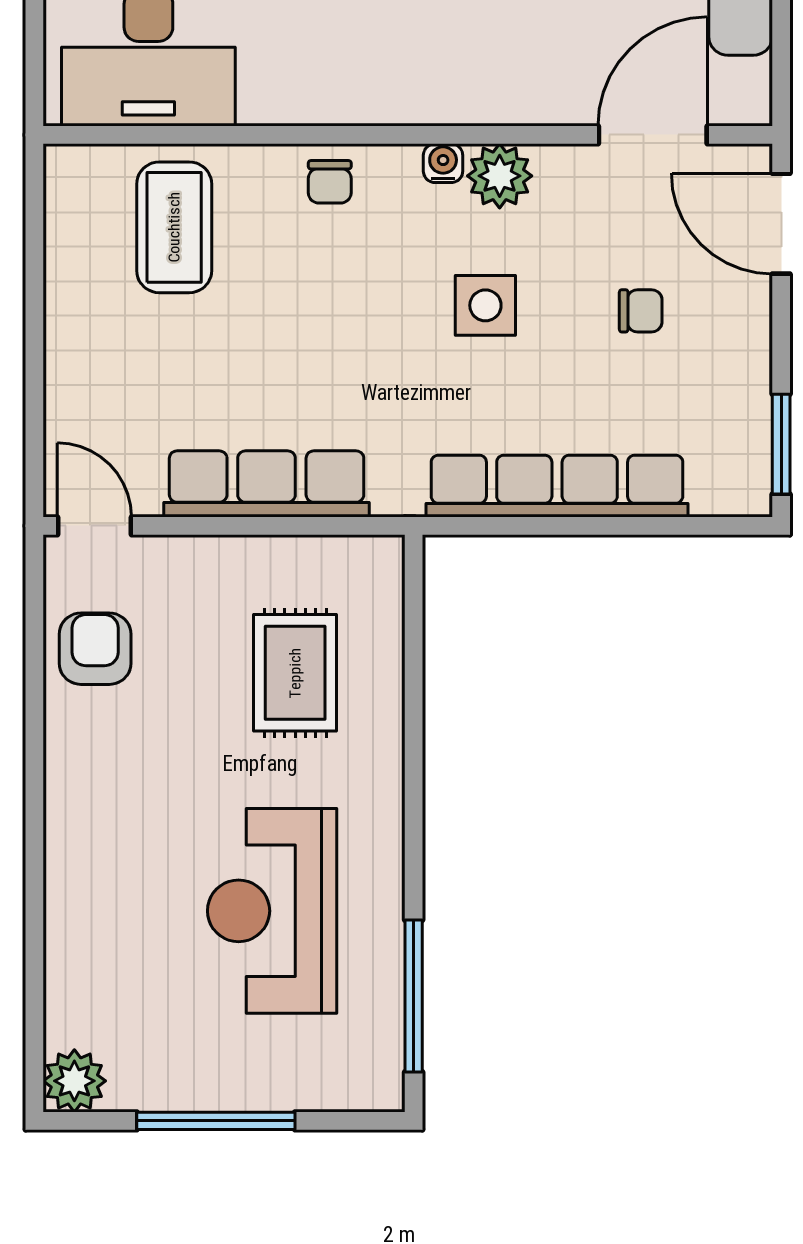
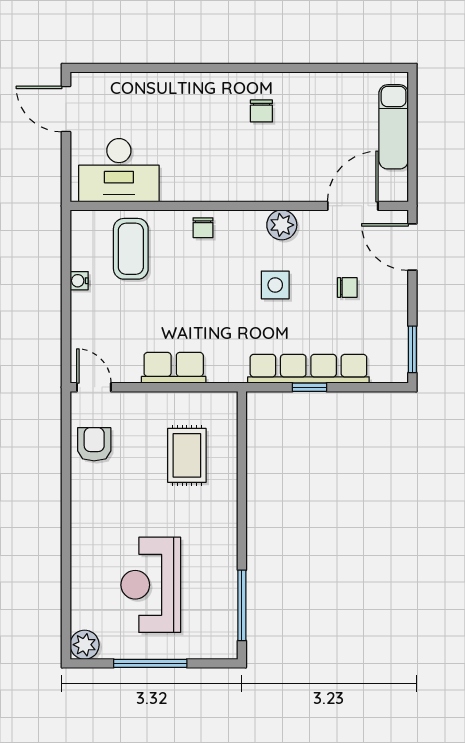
water cooler: (443, 163) -> (79, 281), moved, turned -90
row of seats: (267, 484) -> (174, 368), width x0.68
window: (559, 526) -> (309, 387), added
reception desk: (272, 911) -> (151, 585), moved

